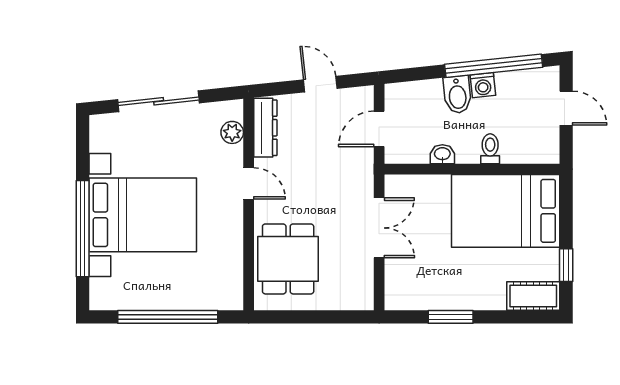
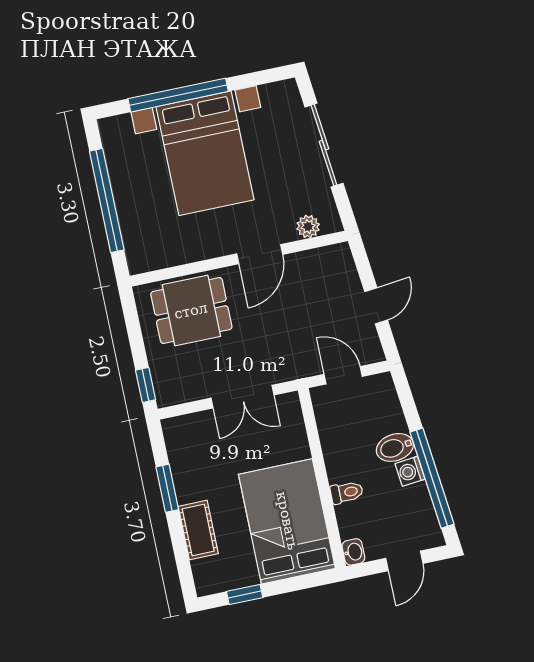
dresser: (265, 128) -> (320, 259), removed
washbasin: (442, 154) -> (353, 552), moved
door: (249, 183) -> (260, 254), width x1.38
cot: (533, 296) -> (198, 530), moved
window: (349, 317) -> (146, 385), added

